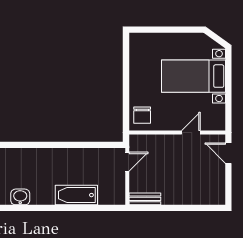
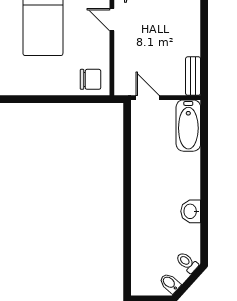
bathtub: (76, 195) -> (188, 126), moved
washbasin: (20, 197) -> (191, 211), moved

